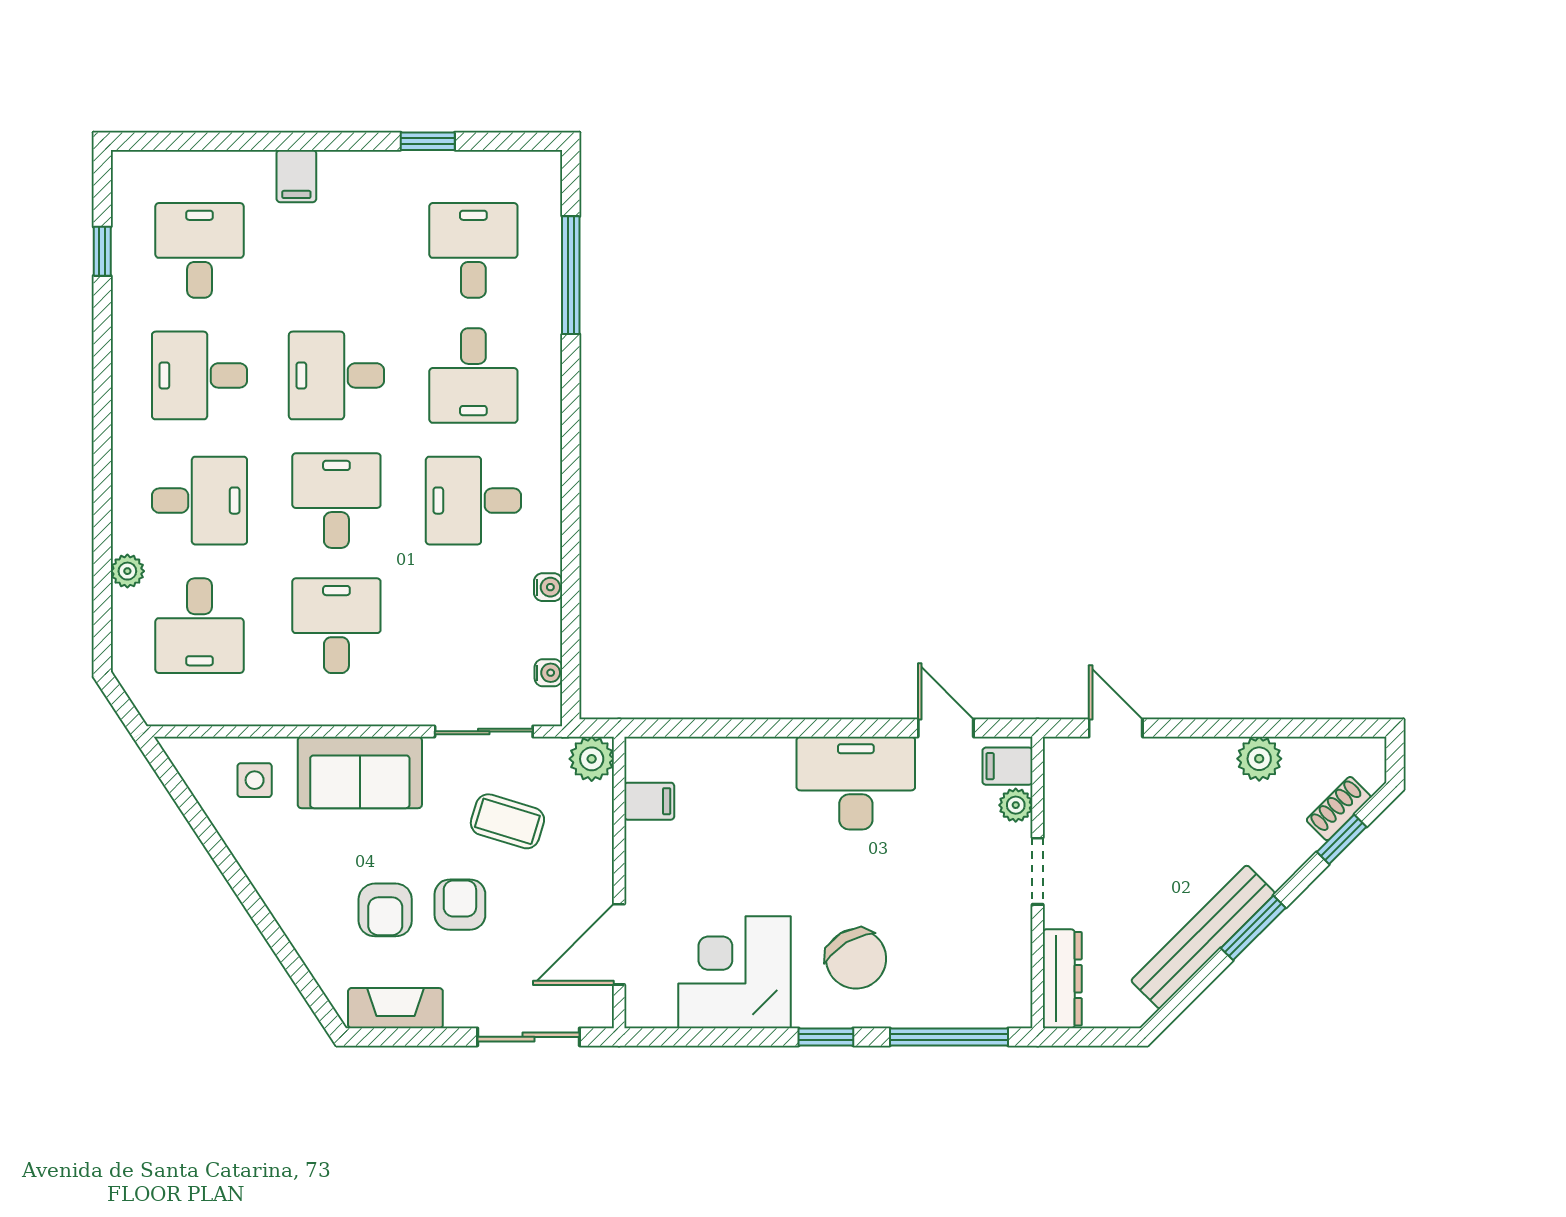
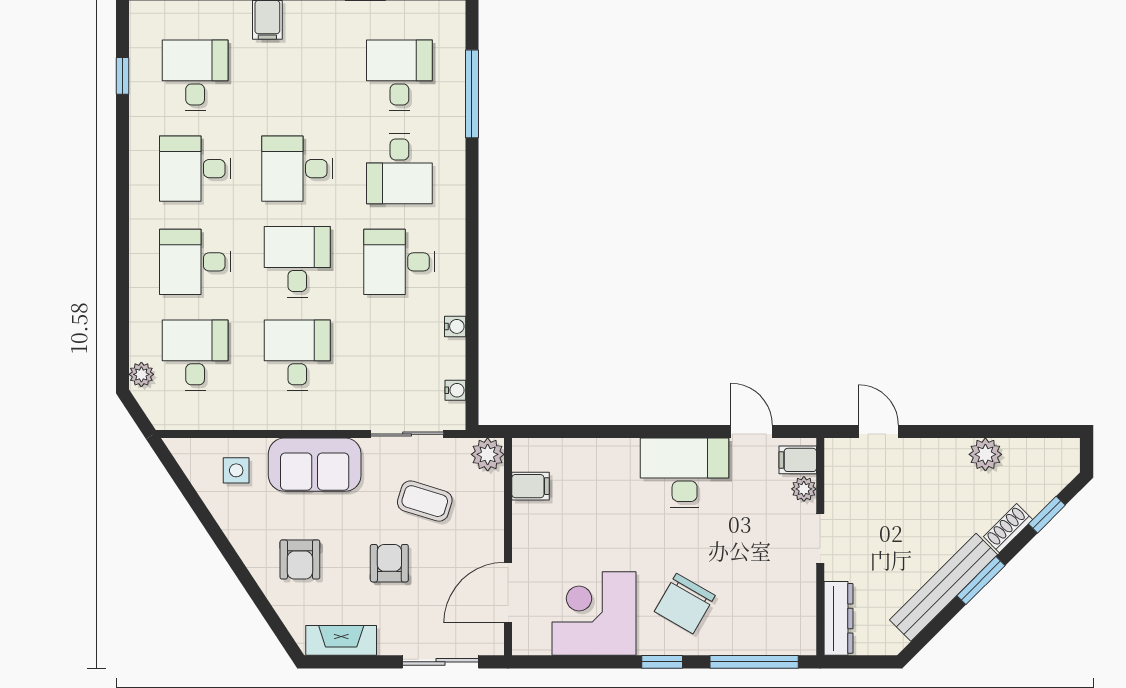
desk: (199, 501) -> (195, 262), turned 180
plant: (127, 571) -> (141, 374), moved
desk: (199, 626) -> (195, 355), turned 180
shoe rack: (1339, 809) -> (1008, 528), moved
armchair: (385, 910) -> (300, 559), moved
chair: (856, 959) -> (685, 604), turned 61

